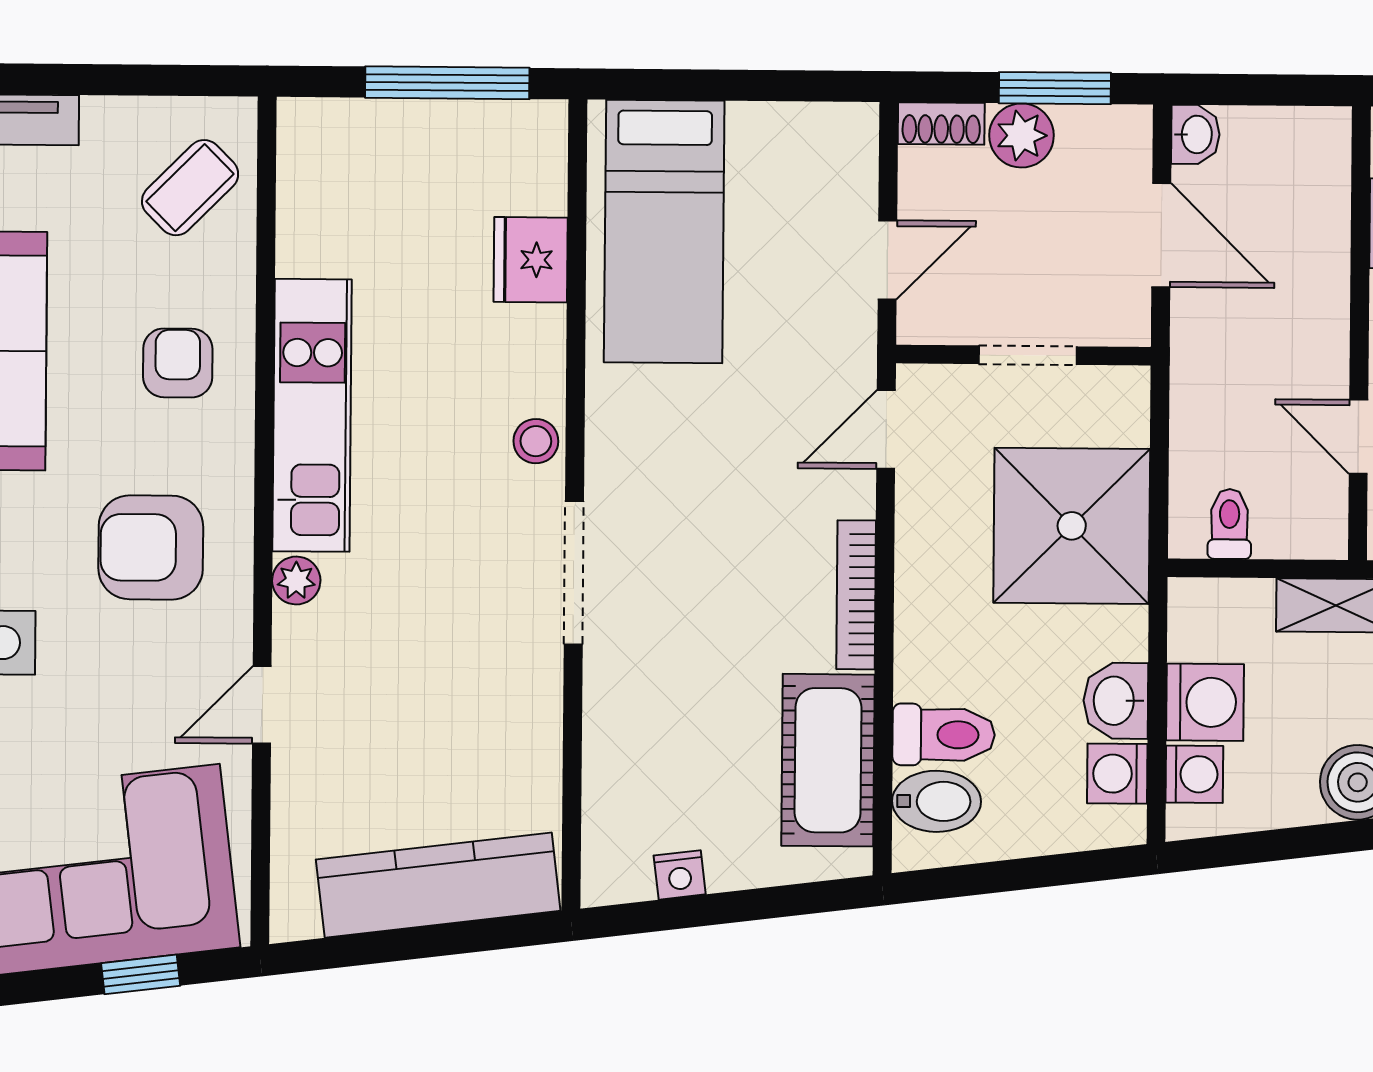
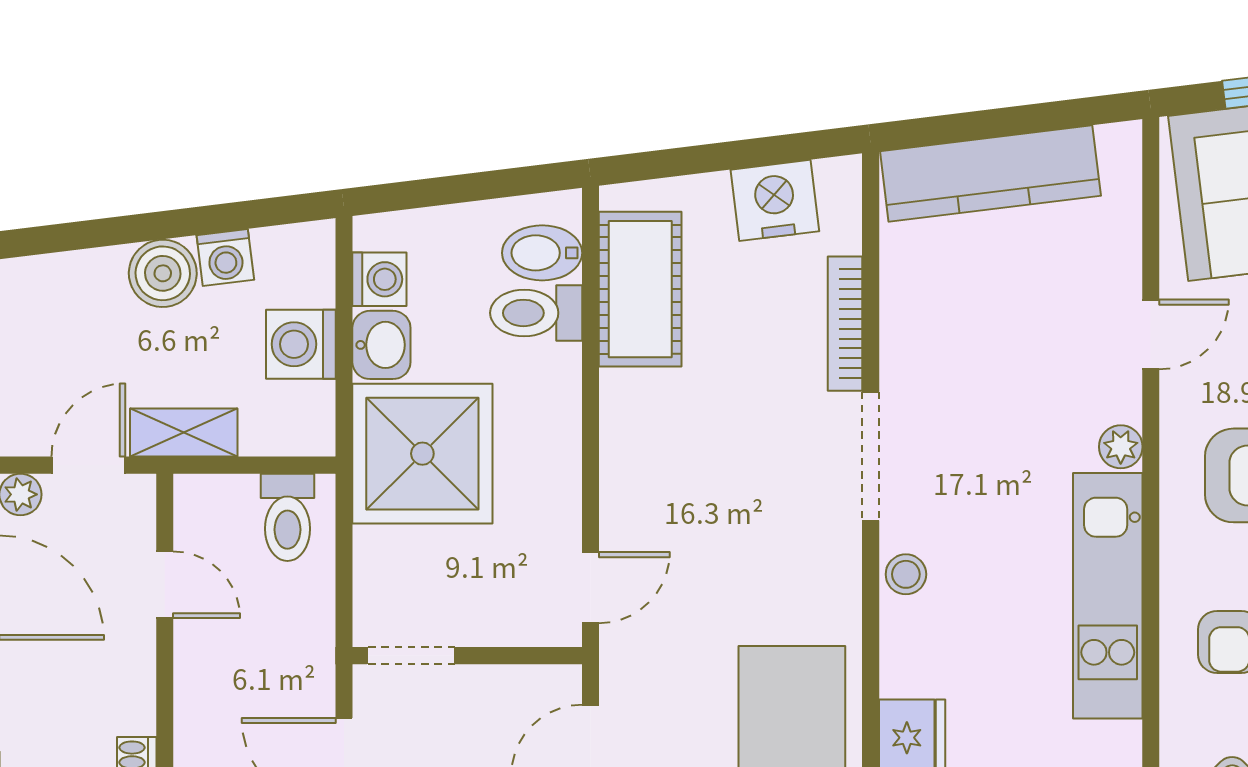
doorway: (1028, 355) -> (411, 656), moved
toilet: (1229, 524) -> (287, 517), width x1.37, depth x1.39
shower: (1072, 526) -> (422, 454), moved
bookcase: (856, 595) -> (845, 324), moved, turned 180
washing machine: (1194, 774) -> (225, 257), moved, turned -97
nightstand: (680, 875) -> (775, 200), width x1.89, depth x1.79

